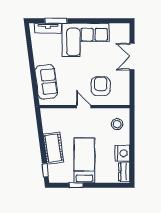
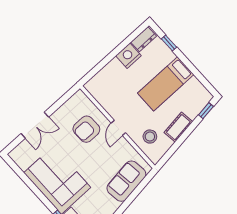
stool: (117, 124) -> (150, 137), moved
cot: (53, 148) -> (178, 127), width x0.73, depth x0.75
window: (76, 185) -> (169, 43), moved

